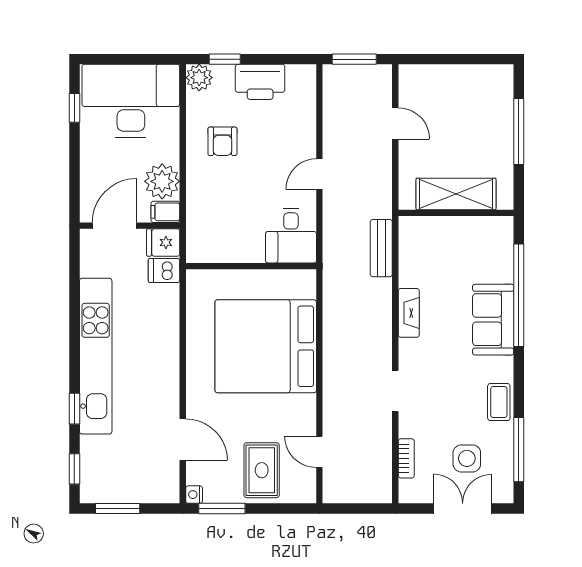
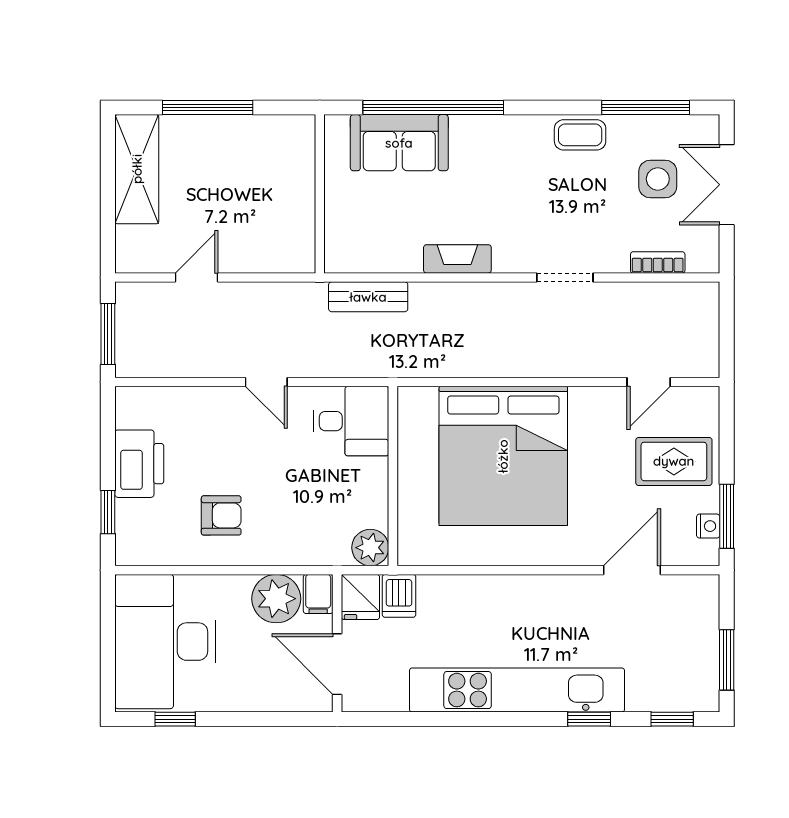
plant: (199, 78) -> (370, 548), moved
shelving: (456, 194) -> (137, 169), moved
sofa: (493, 320) -> (399, 143), moved
nightstand: (194, 495) -> (708, 526), moved, turned -90

